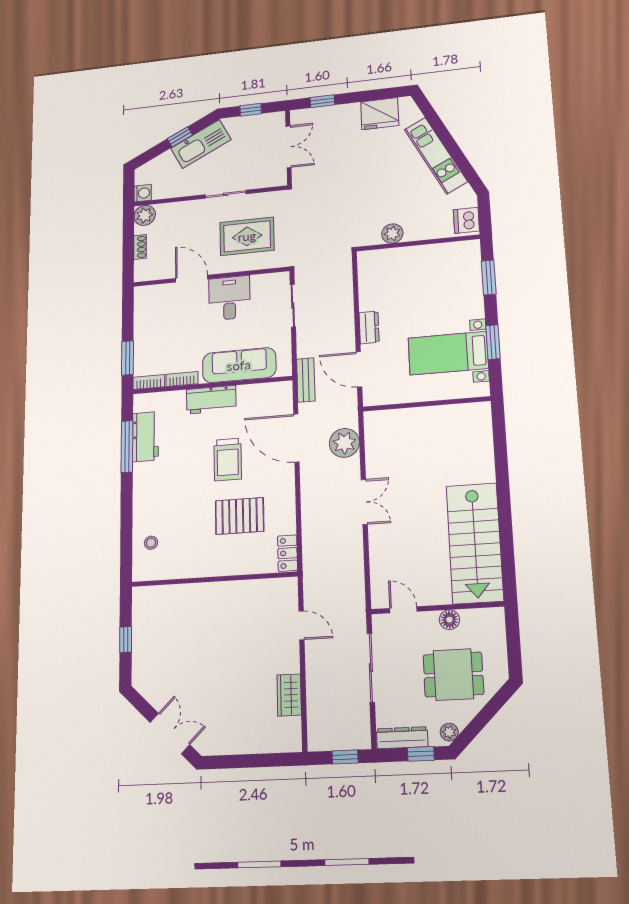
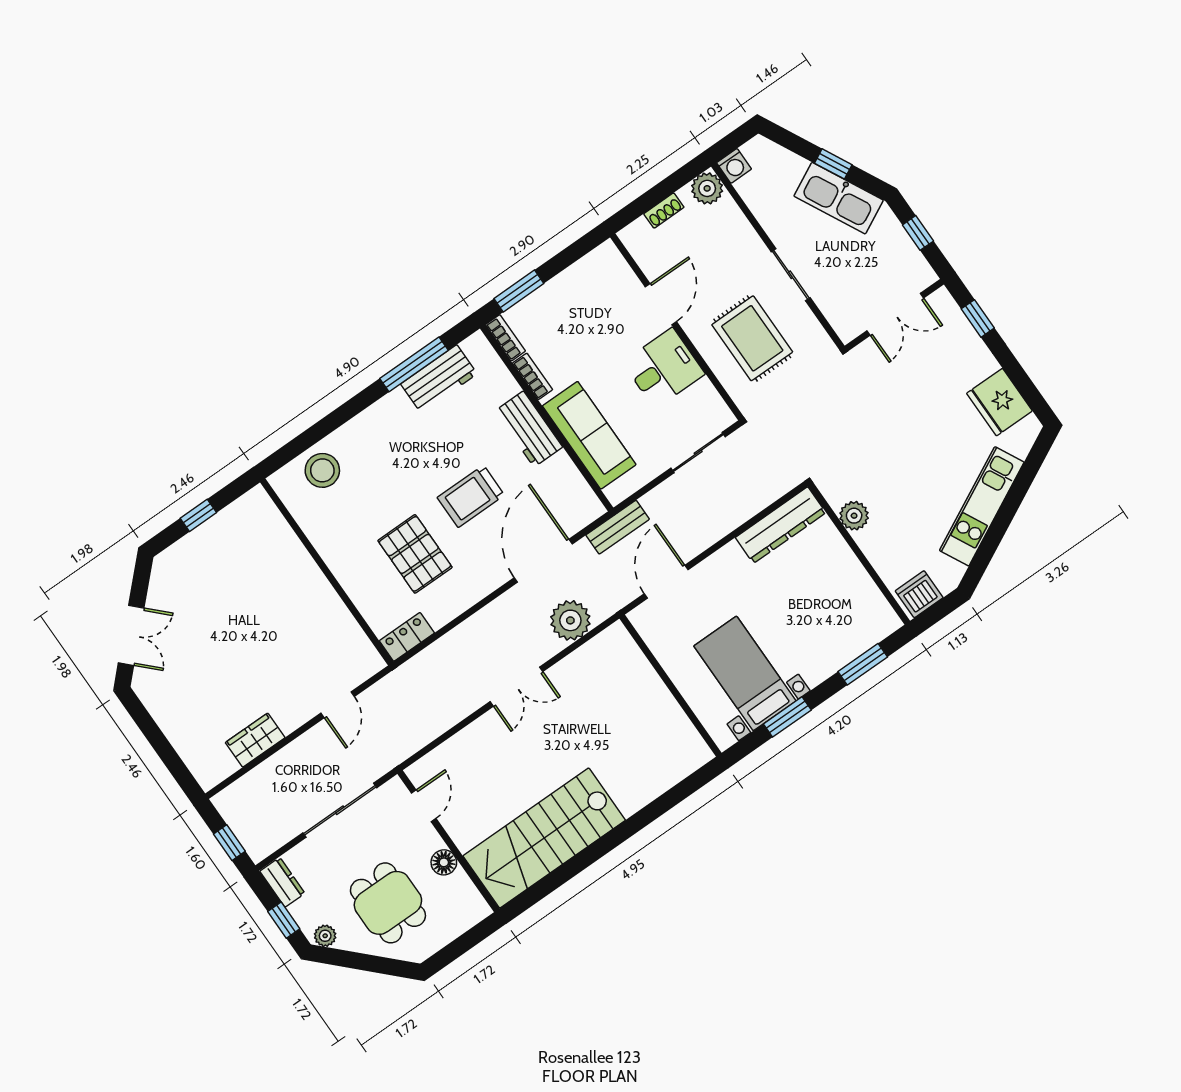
dresser: (369, 327) -> (781, 525), moved, width x1.96, depth x1.24
stool: (151, 543) -> (322, 470), width x1.89, depth x1.89
dresser: (402, 738) -> (282, 882), width x0.70

